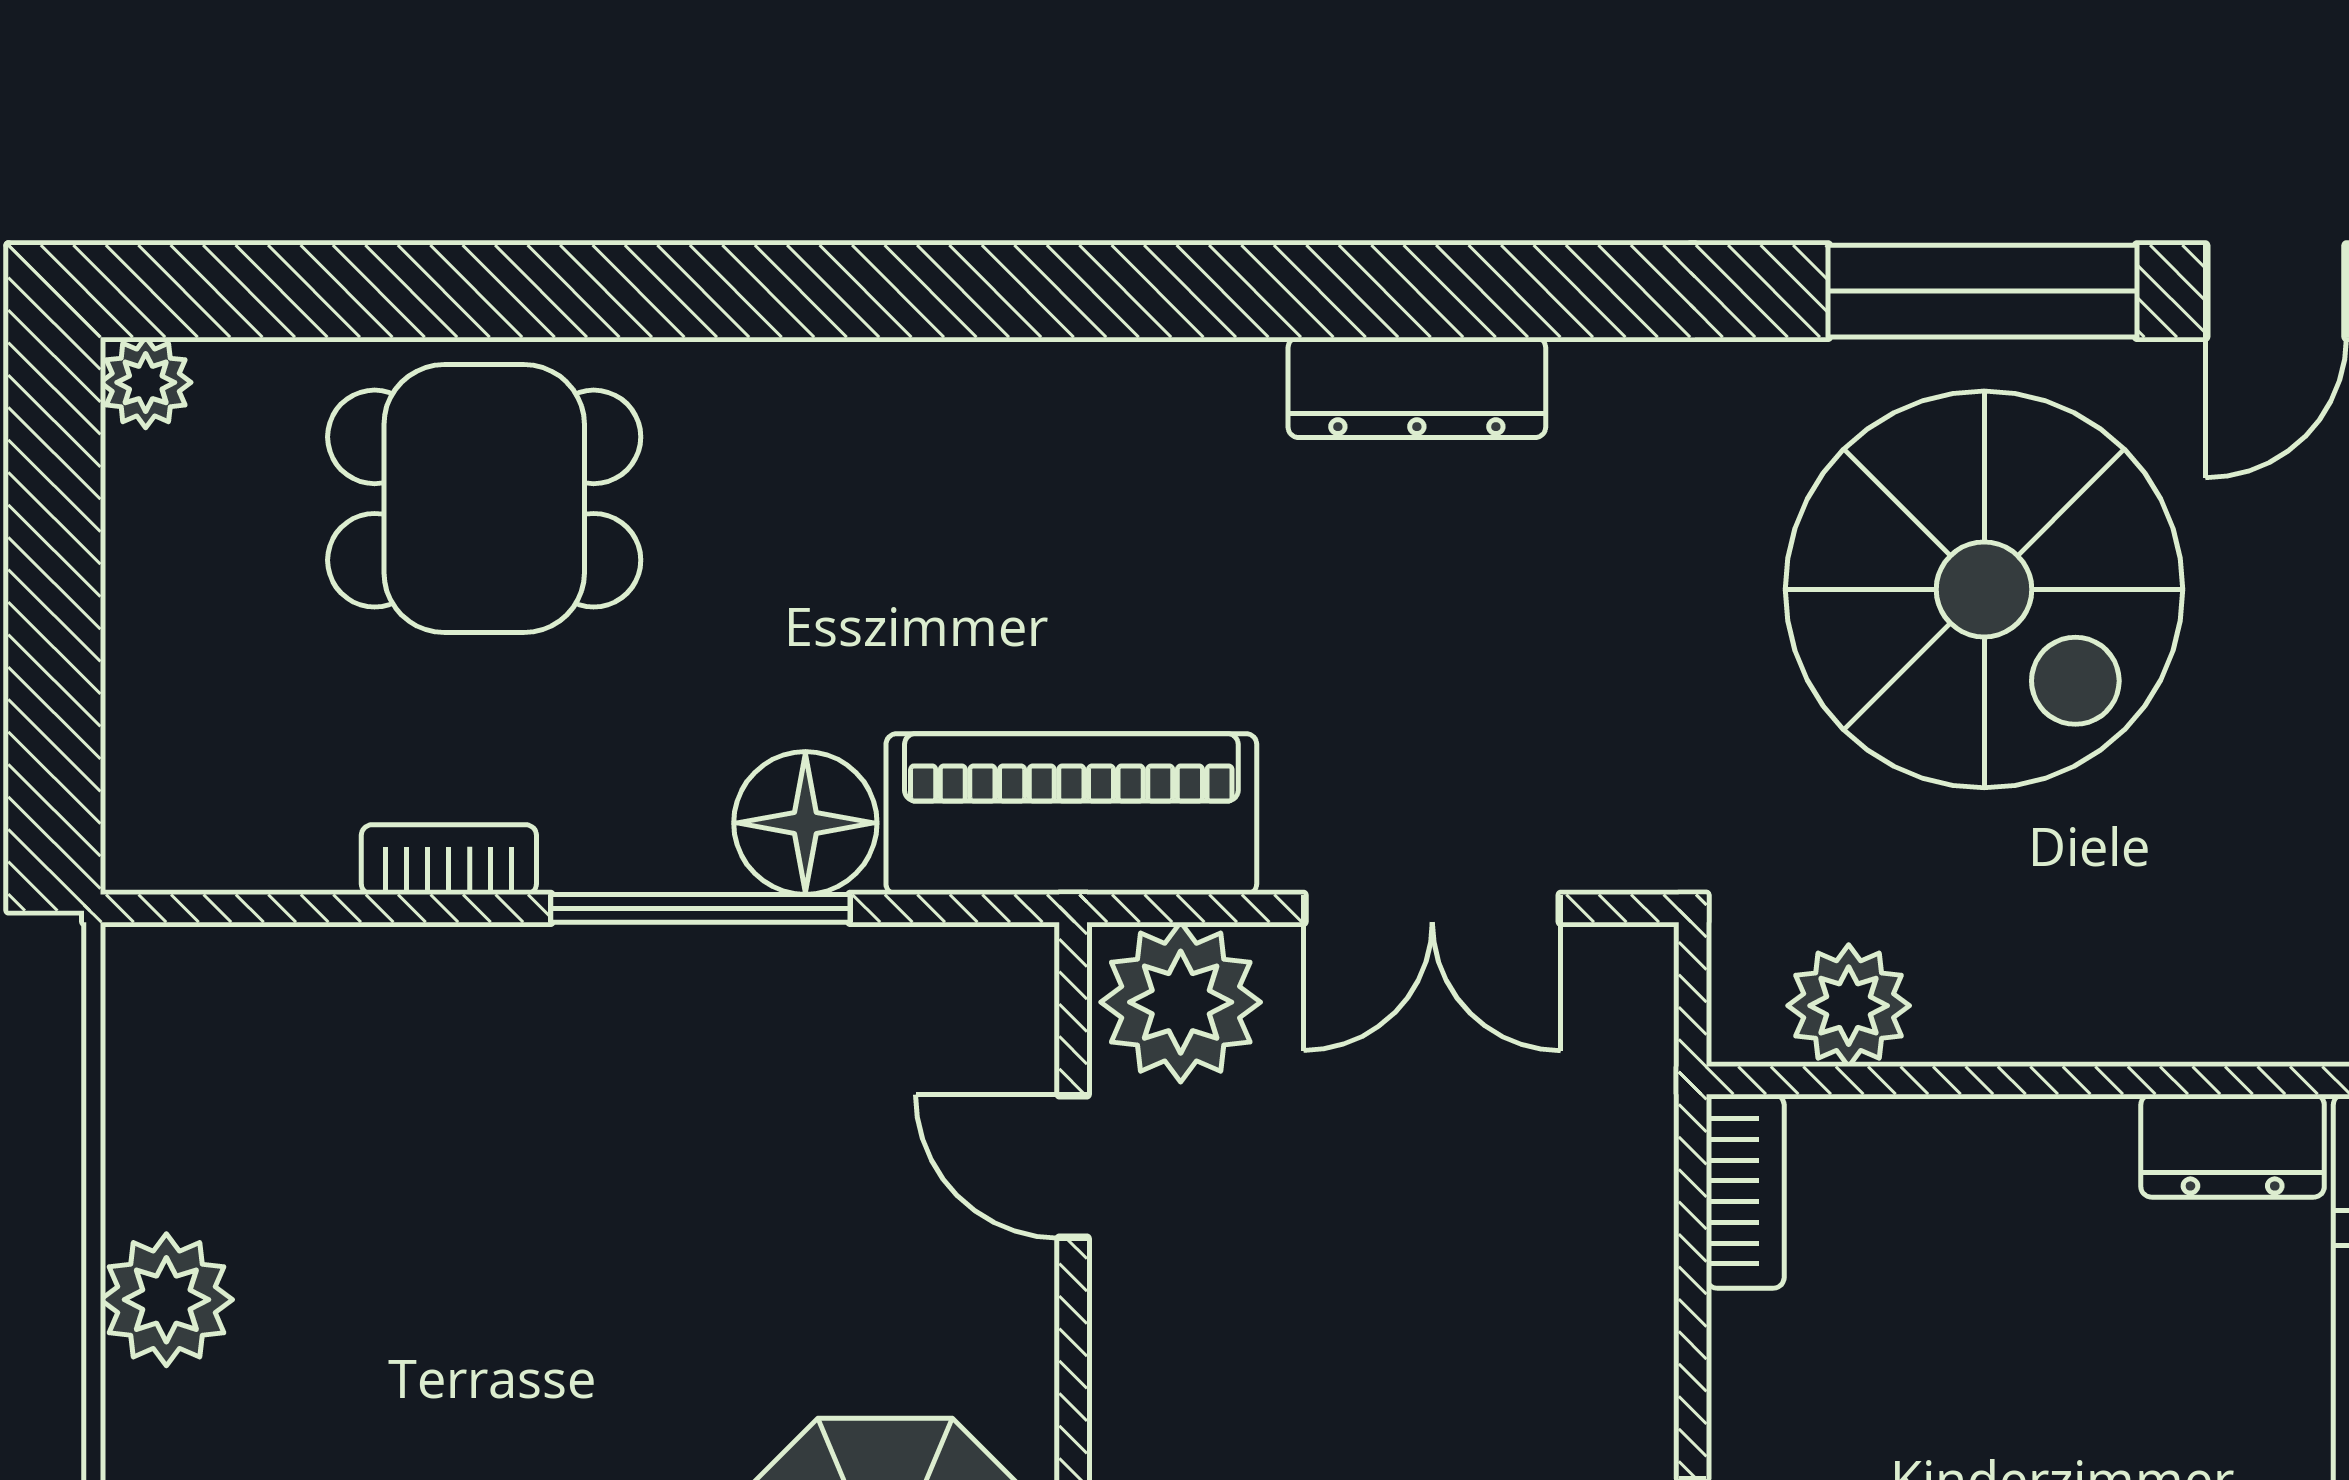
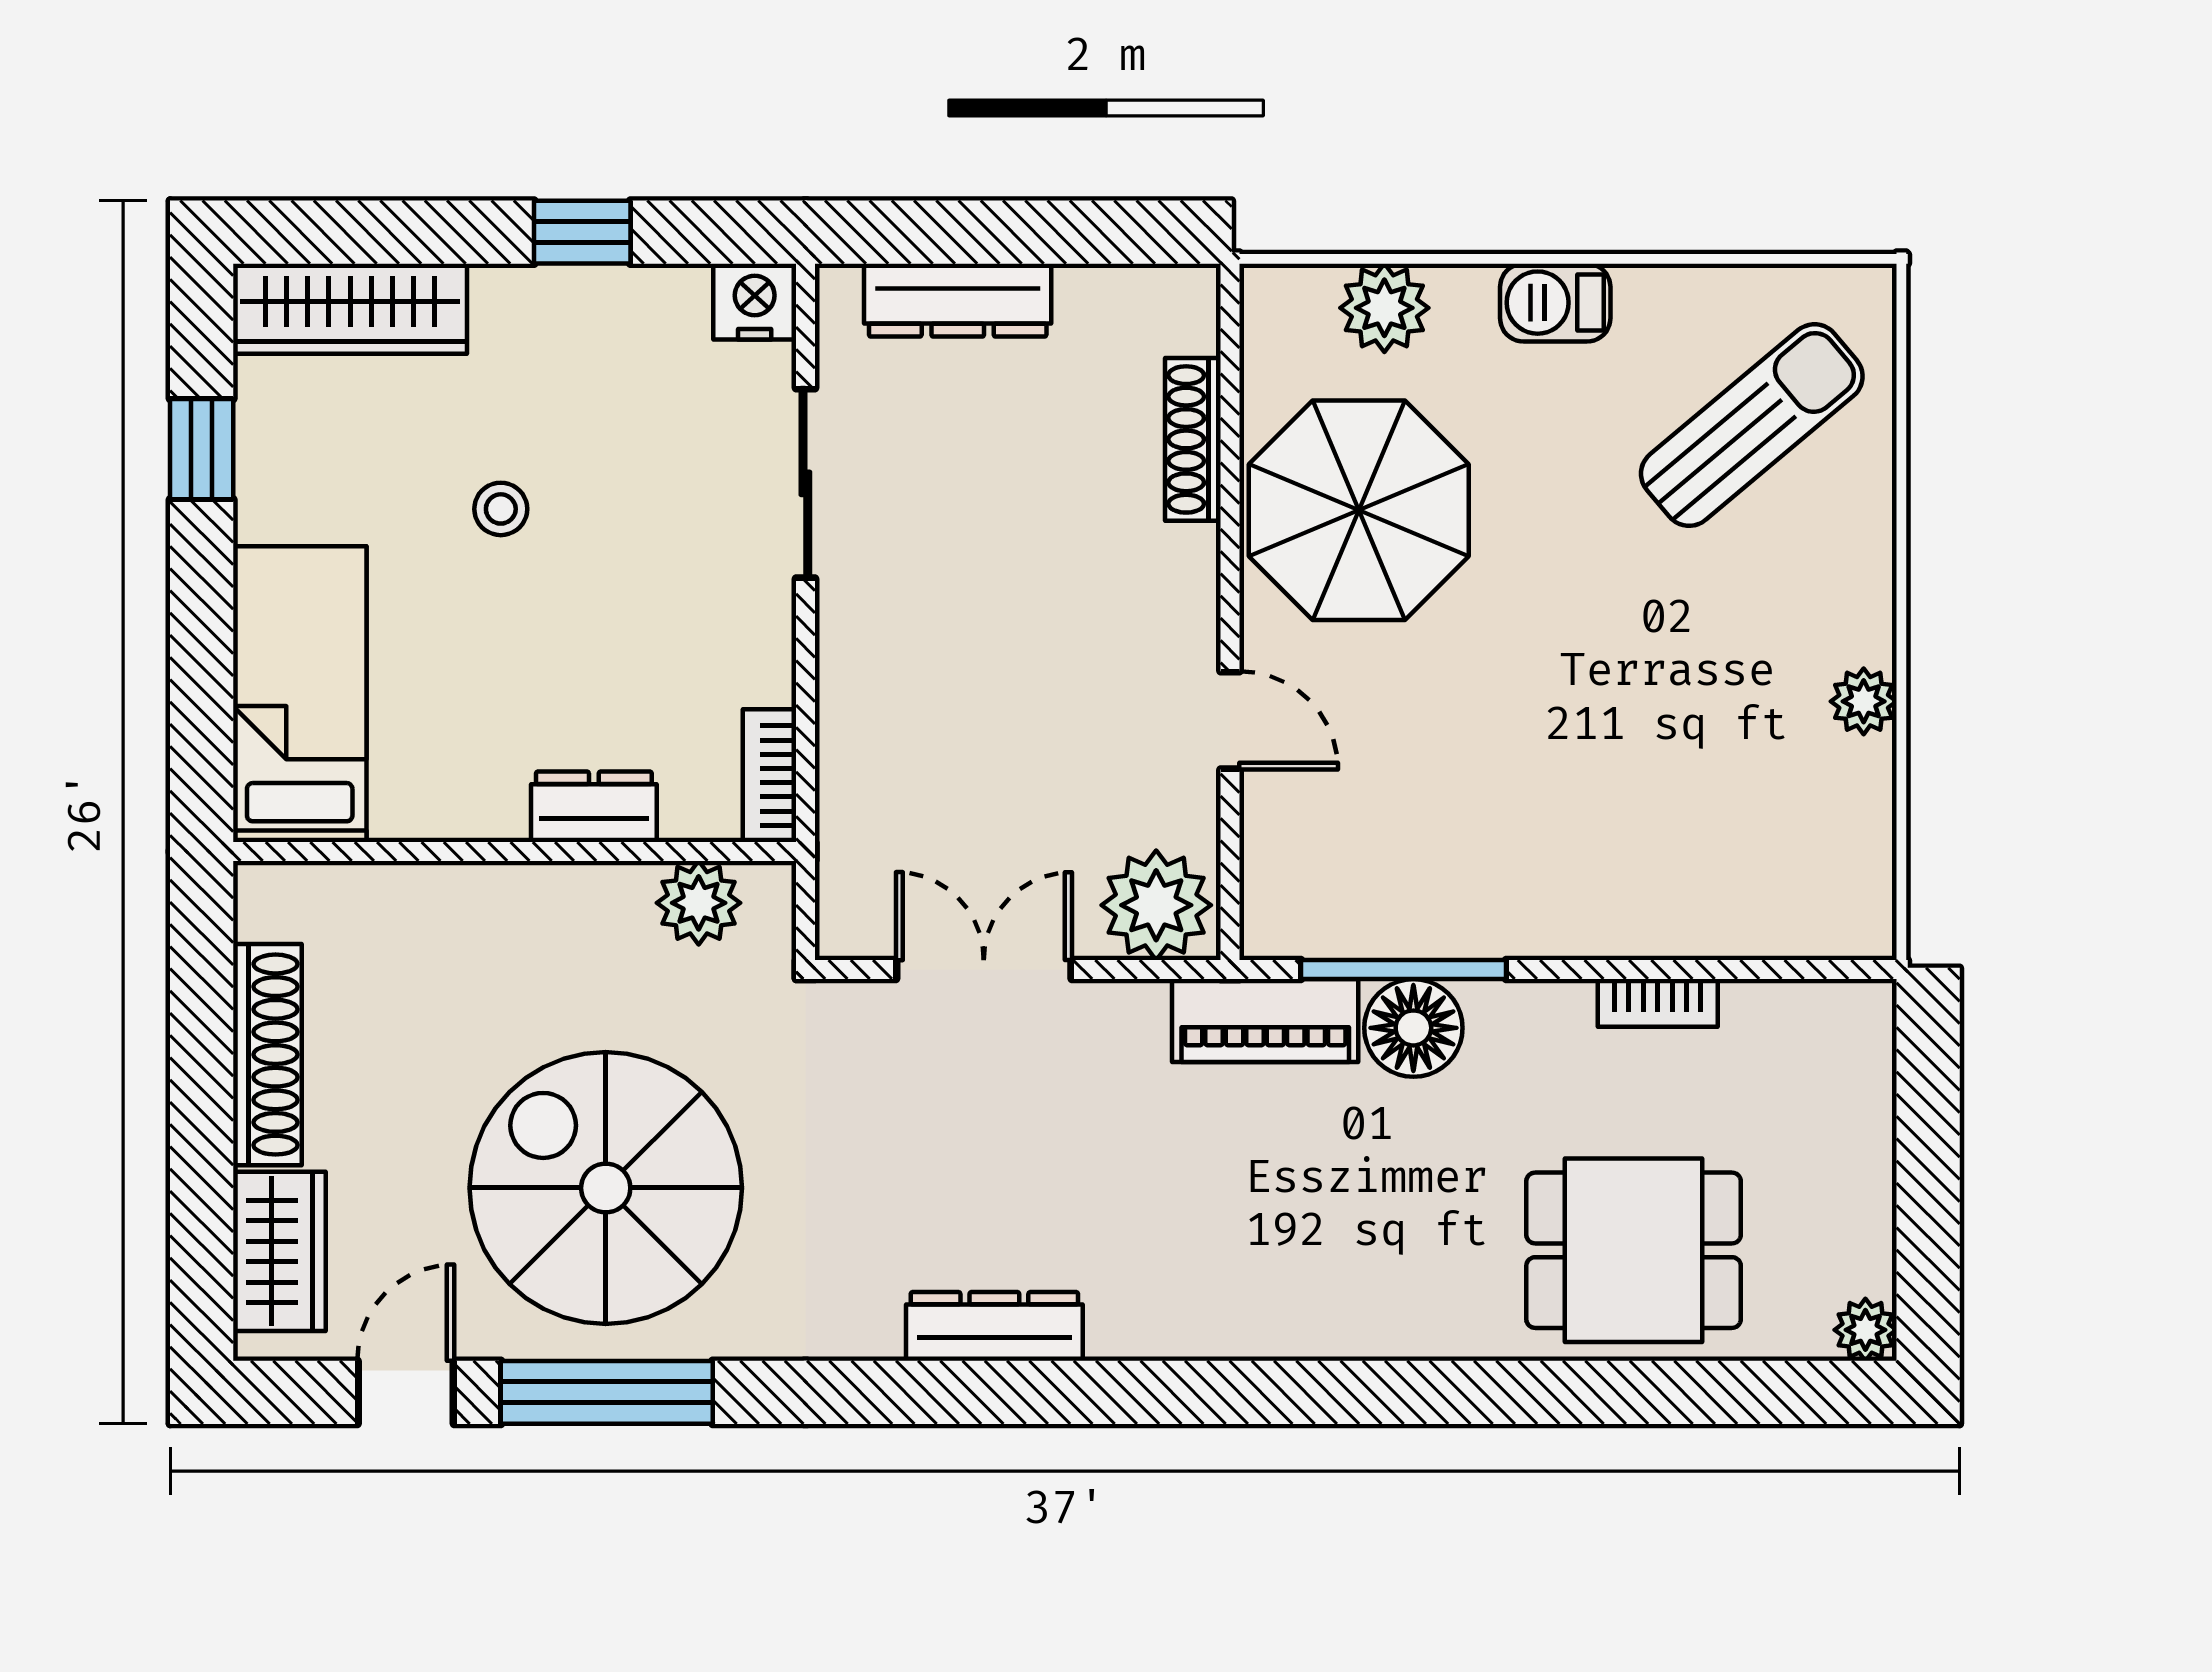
piano: (1071, 814) -> (1265, 1020), width x0.73, depth x0.75
window: (700, 908) -> (1403, 969), moved
dresser: (2233, 1146) -> (594, 807), moved
door: (1073, 1166) -> (1230, 720), moved
plant: (166, 1300) -> (1864, 701), width x0.73, depth x0.73

